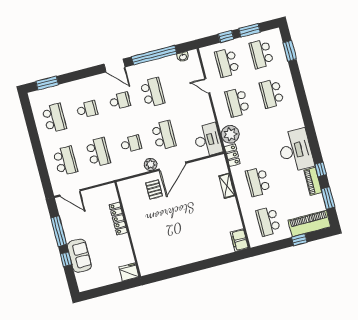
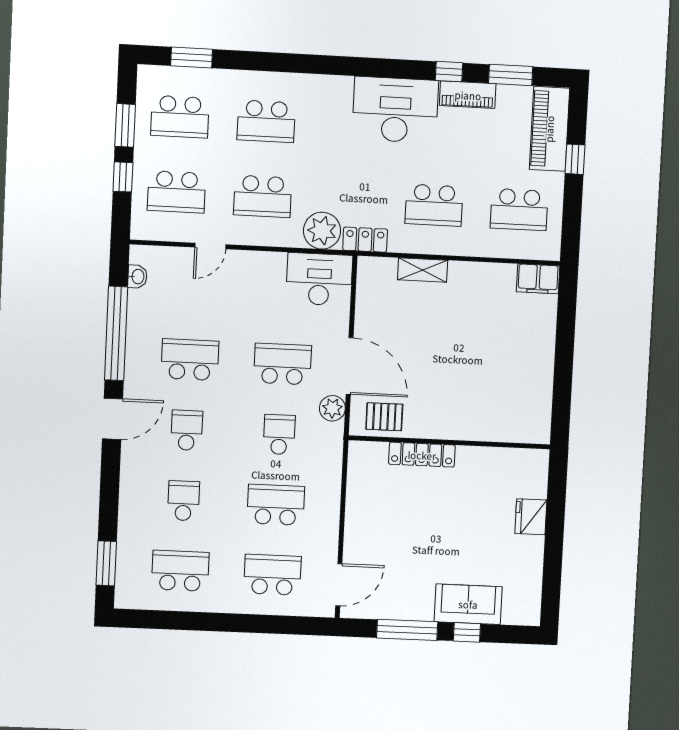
locker: (118, 219) -> (422, 455), moved
wall: (128, 229) -> (449, 442), moved

